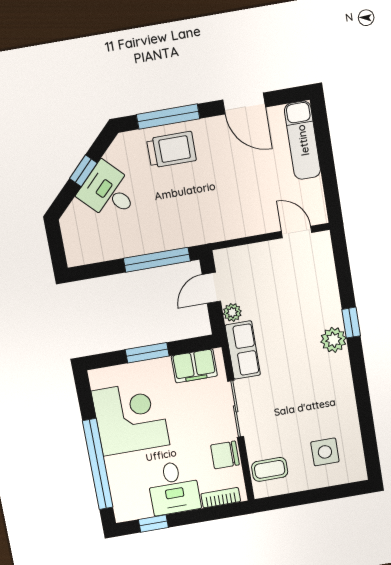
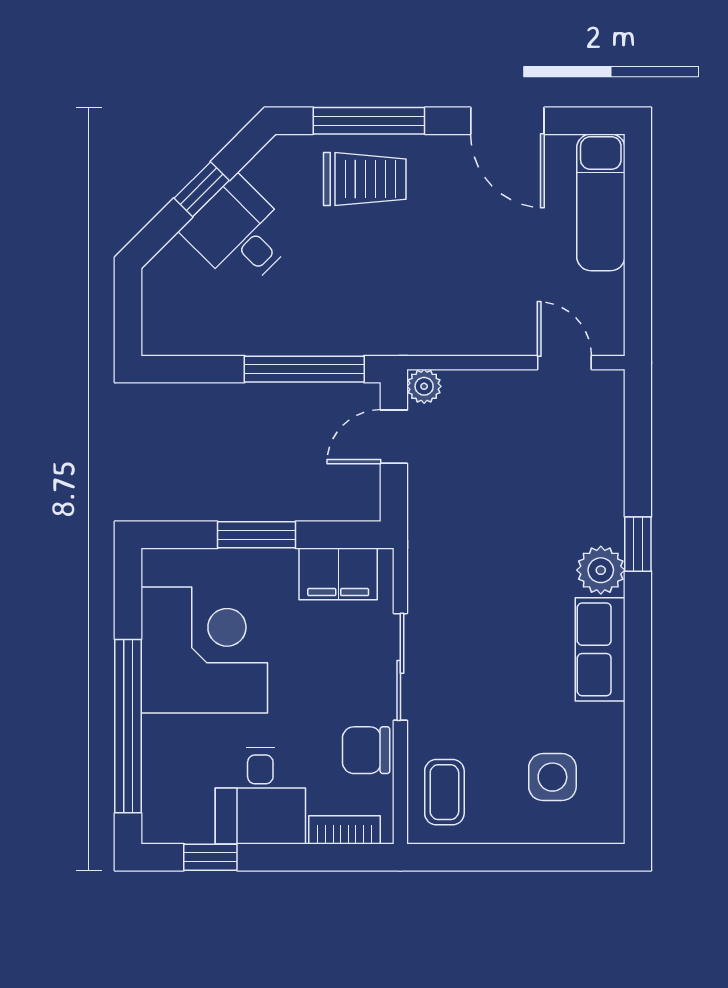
plant: (232, 312) -> (424, 386), moved
row of seats: (243, 350) -> (600, 649), moved, turned 180
coffee table: (270, 469) -> (444, 792), turned 90

